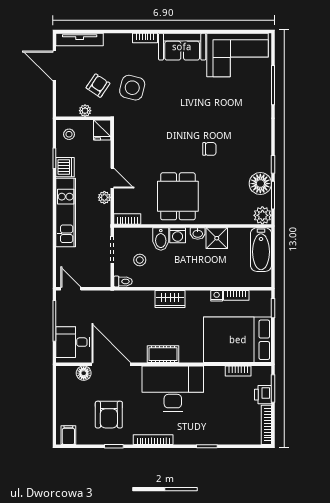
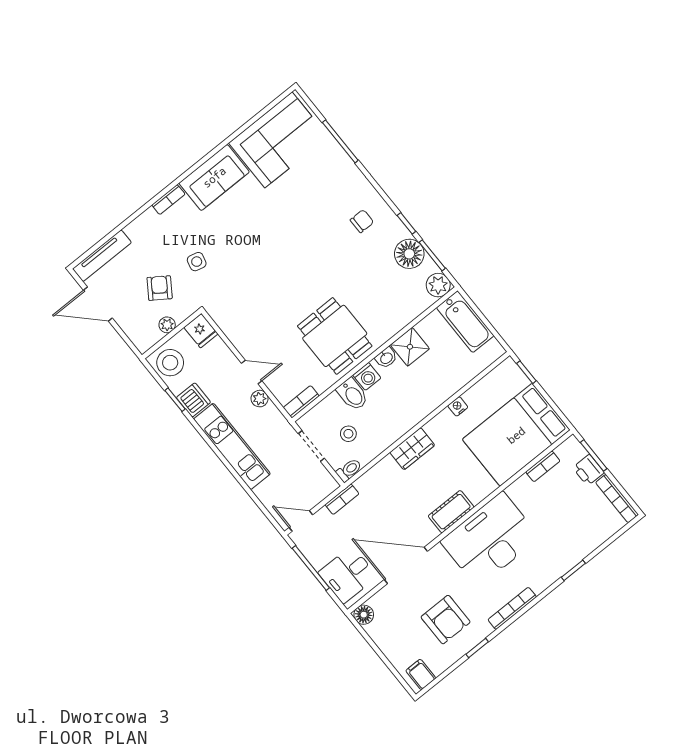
side table: (132, 88) -> (197, 262), width x0.54, depth x0.54
stool: (69, 134) -> (170, 363), width x1.89, depth x1.89
chair: (209, 149) -> (362, 221), moved
bookcase: (236, 295) -> (342, 499), moved
floor lamp: (84, 373) -> (364, 615), moved

